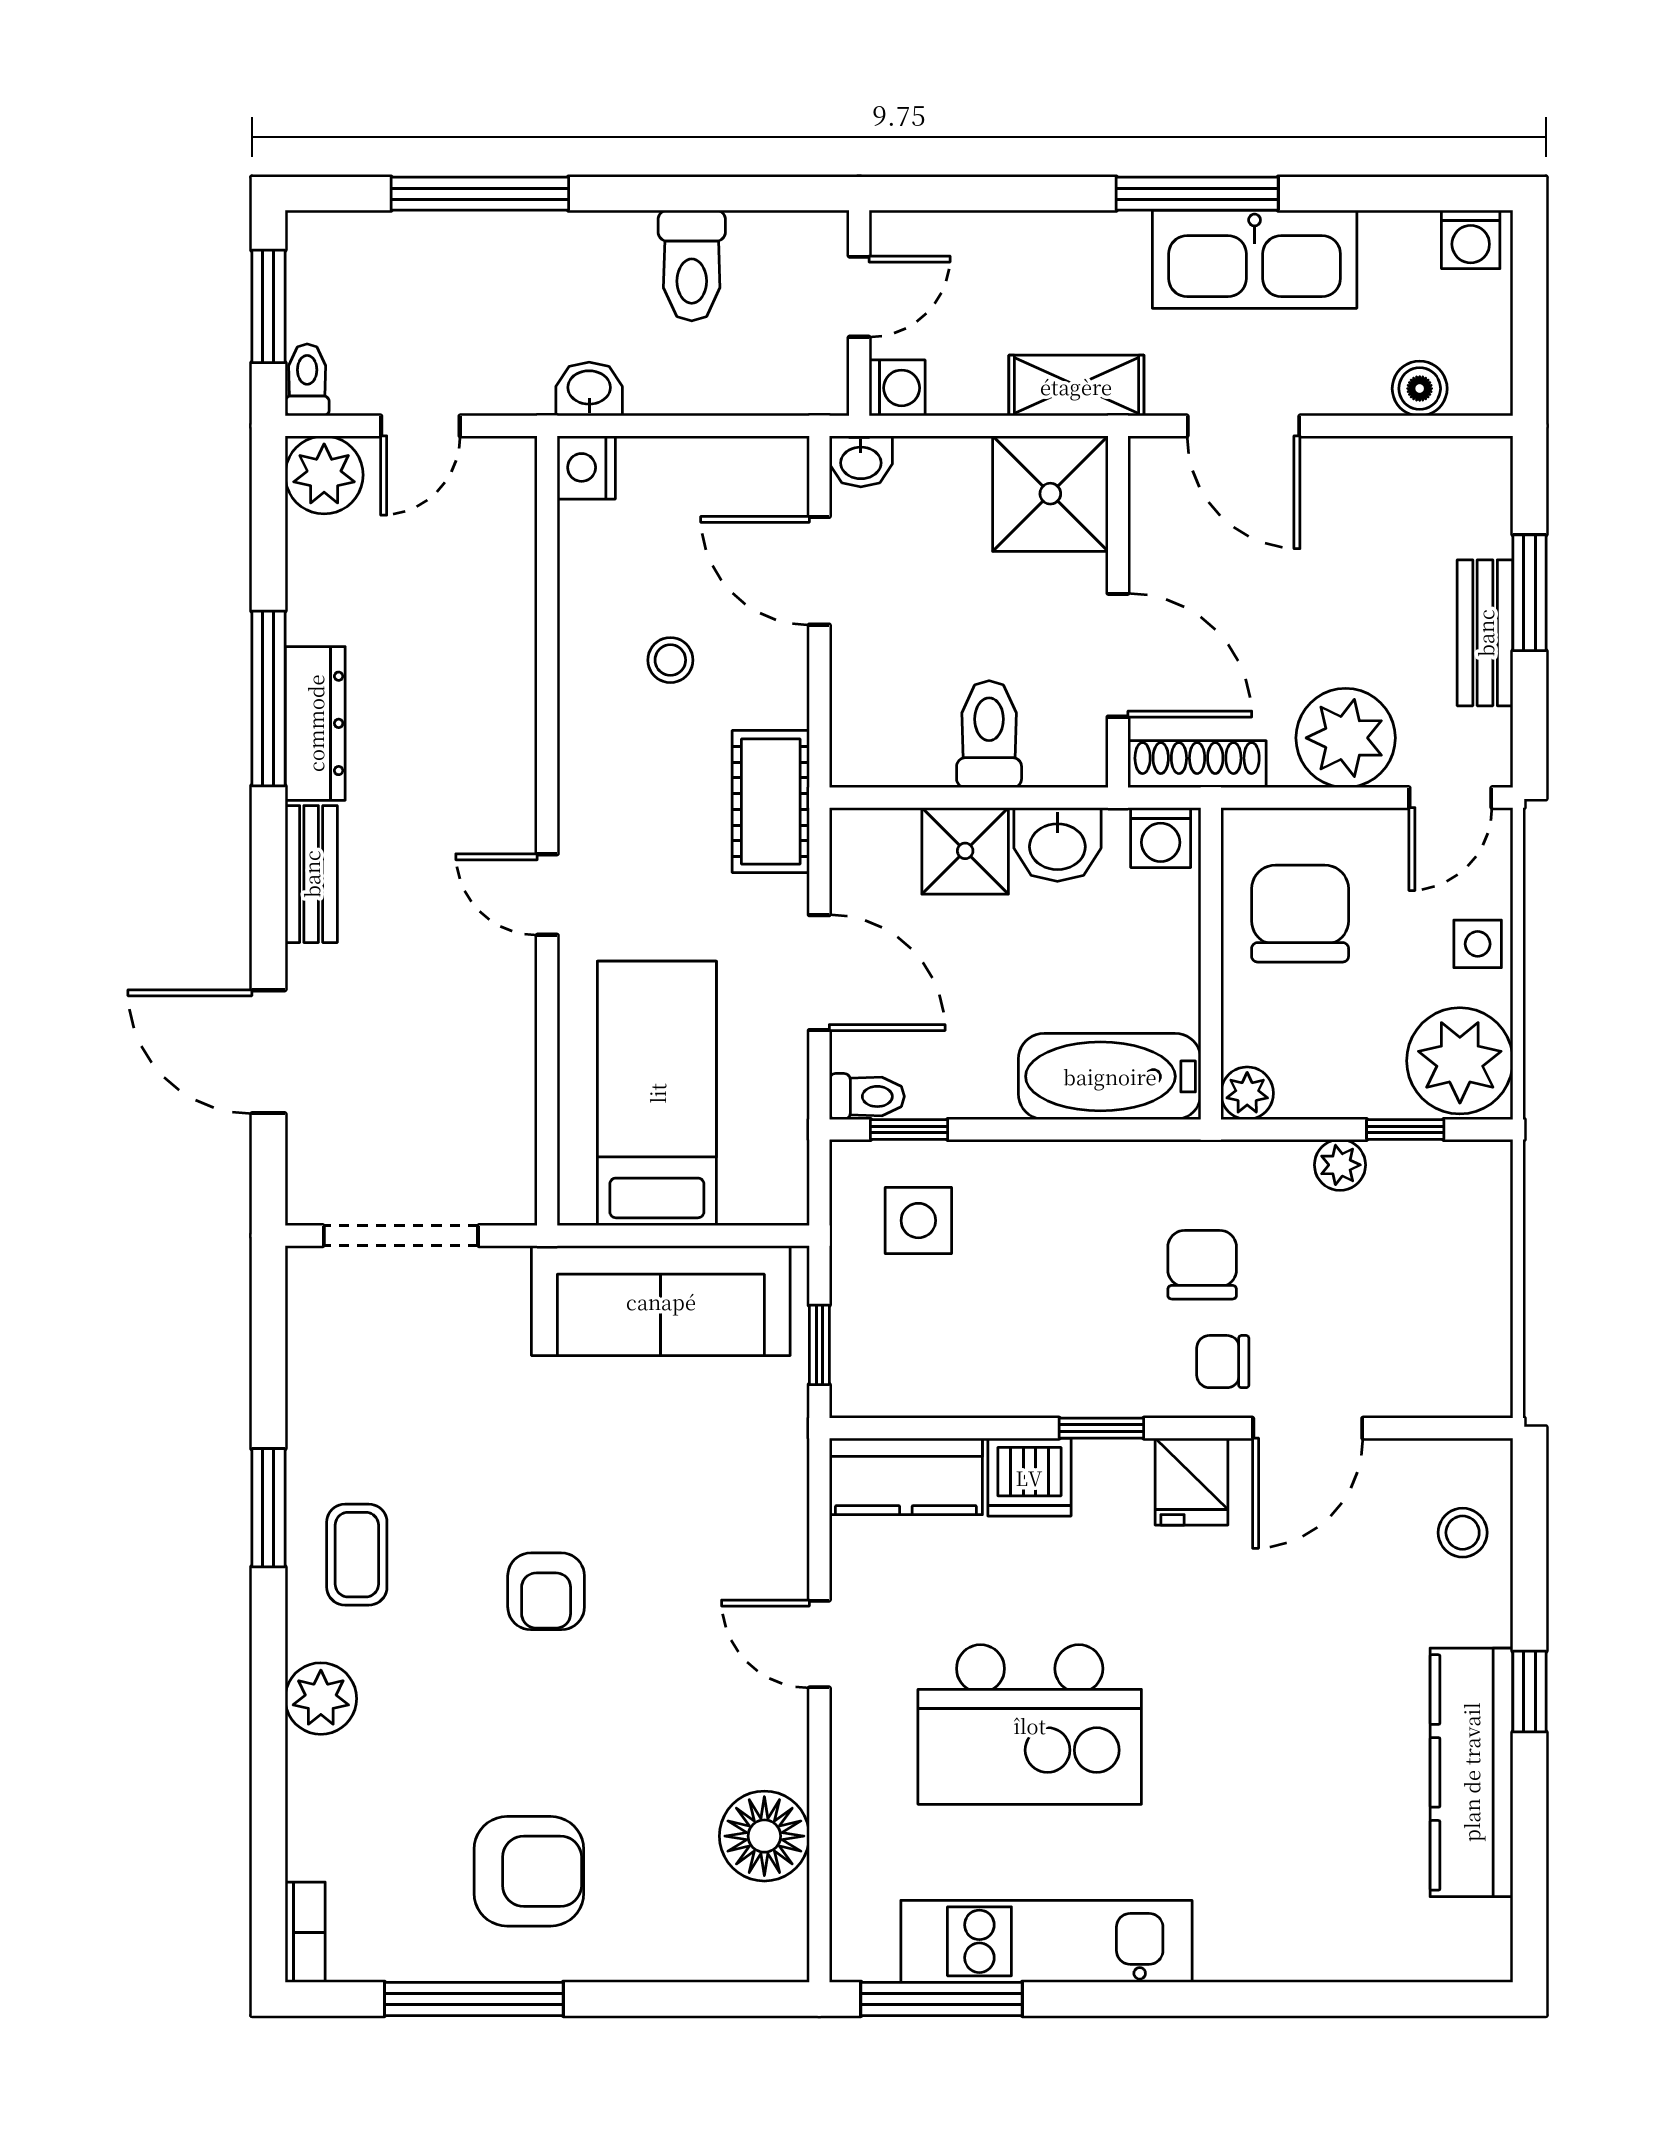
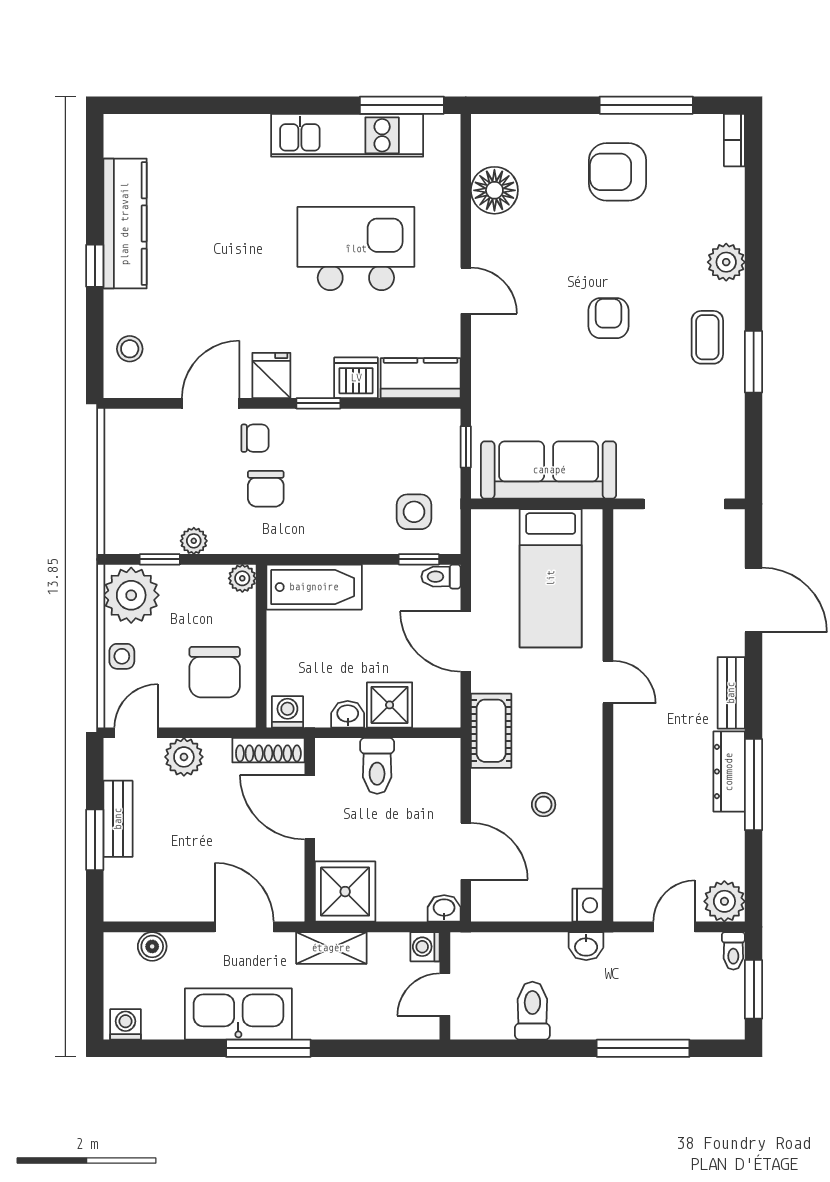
plant: (1346, 738) -> (184, 757), width x0.73, depth x0.73
washbasin: (1057, 844) -> (348, 714), width x0.72, depth x0.69

